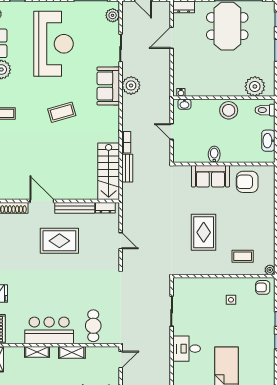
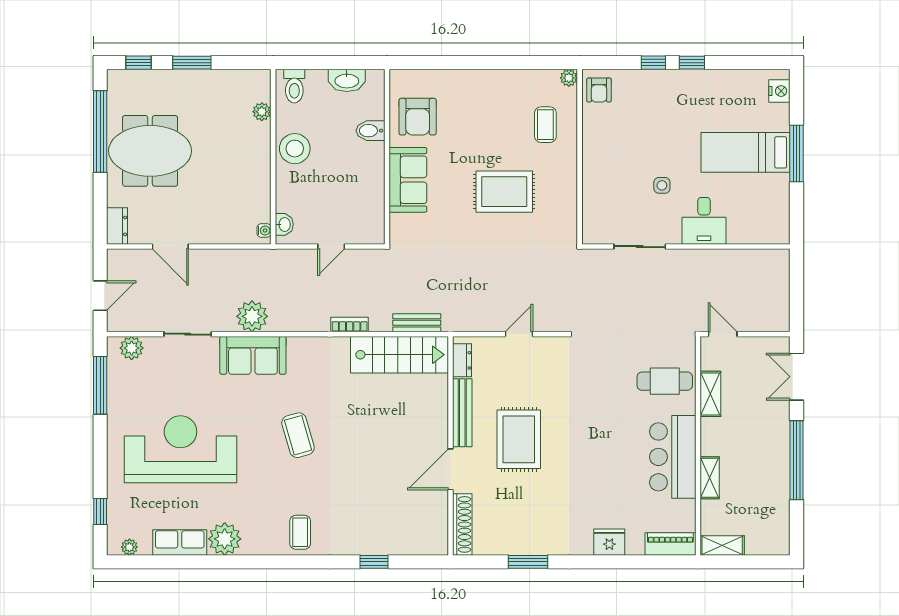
plant: (255, 86) -> (262, 112), width x0.53, depth x0.53
bidet: (214, 154) -> (370, 131), moved
bench: (127, 168) -> (417, 323), moved
side table: (231, 300) -> (662, 185), moved
shelving: (72, 352) -> (710, 394), moved

